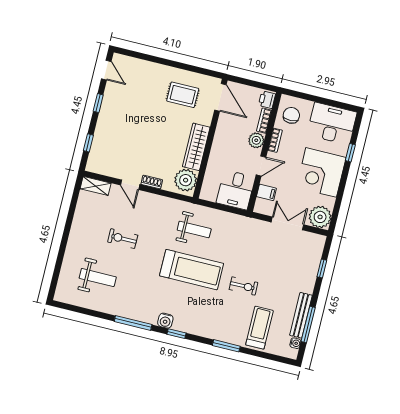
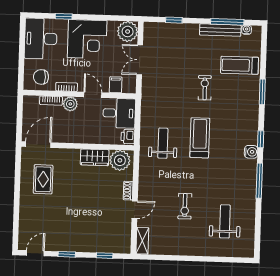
printer: (267, 100) -> (128, 137), moved, turned 90
wardrobe: (196, 147) -> (95, 157), width x0.67
treadmill: (192, 270) -> (200, 138), width x0.73, depth x0.73

